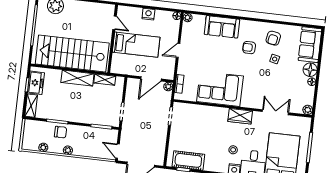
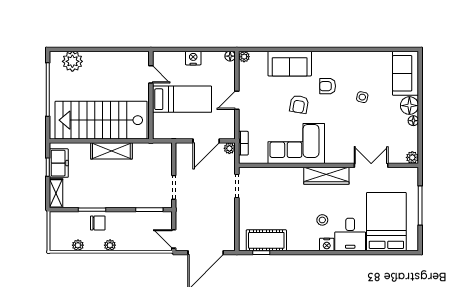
armchair: (273, 38) -> (299, 104), moved
shelving: (105, 80) -> (147, 149), removed
wardrobe: (240, 116) -> (326, 176), width x1.50

